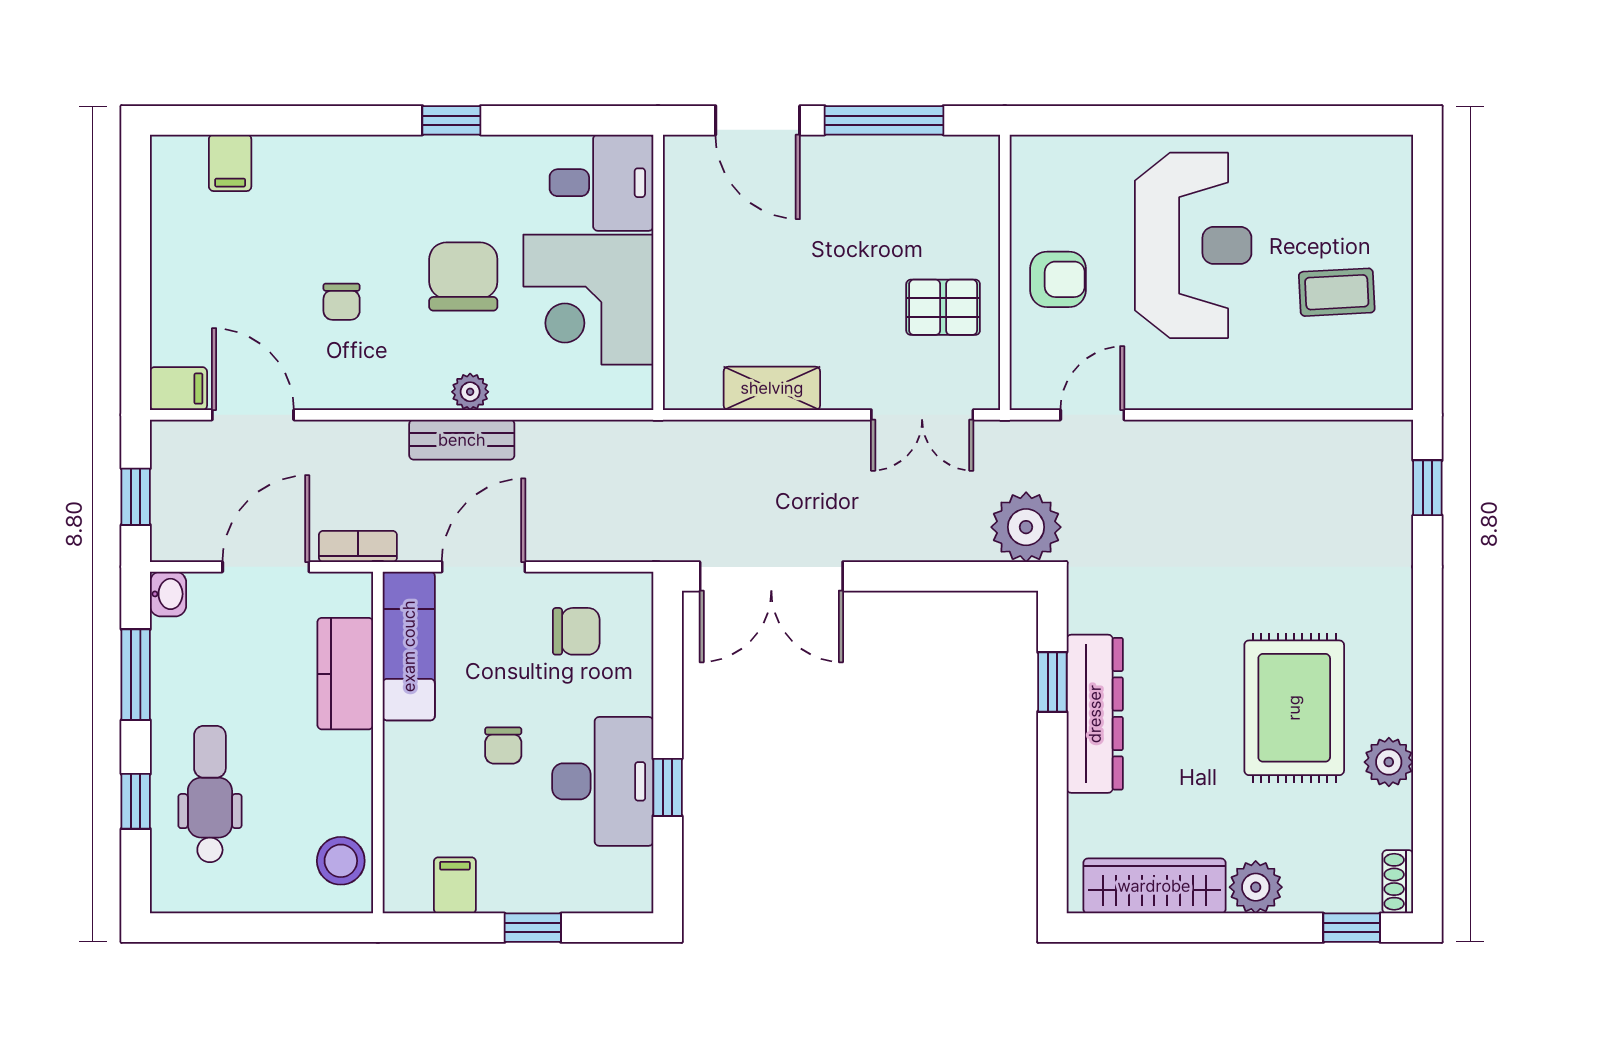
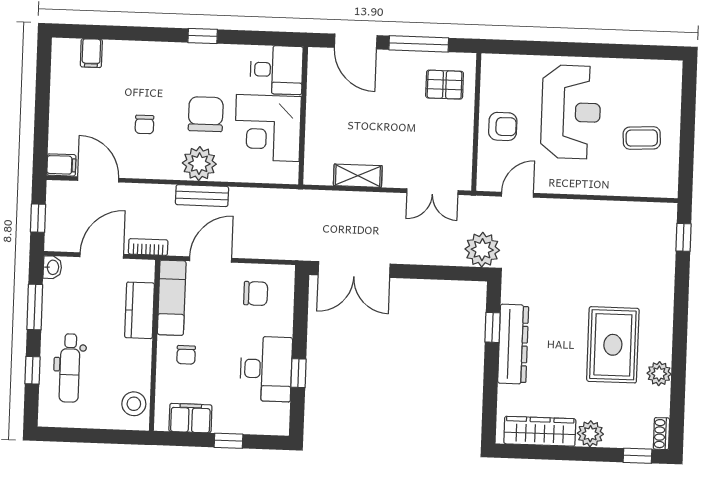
pallet: (943, 307) -> (445, 85), moved
plant: (470, 392) -> (199, 164), width x1.87, depth x1.87
chair: (503, 746) -> (186, 355), moved
dental chair: (210, 794) -> (70, 368), turned 180
filing cabinet: (455, 885) -> (190, 418), width x2.00

